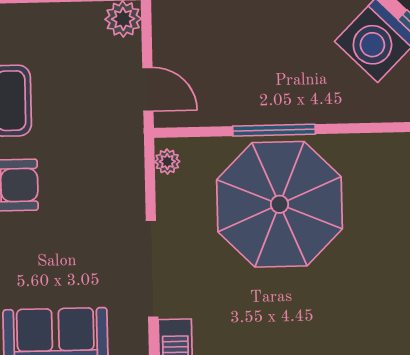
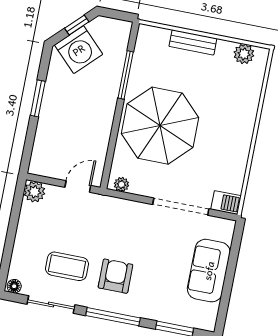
window: (274, 130) -> (126, 75), moved

